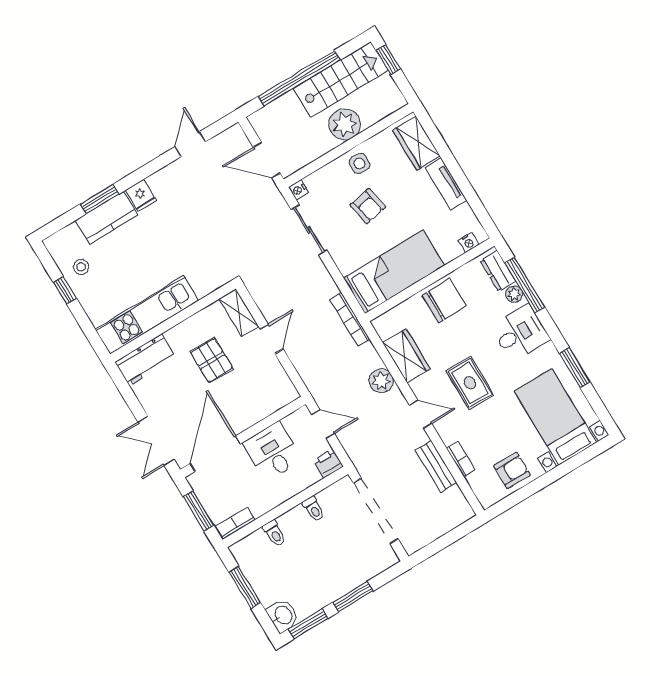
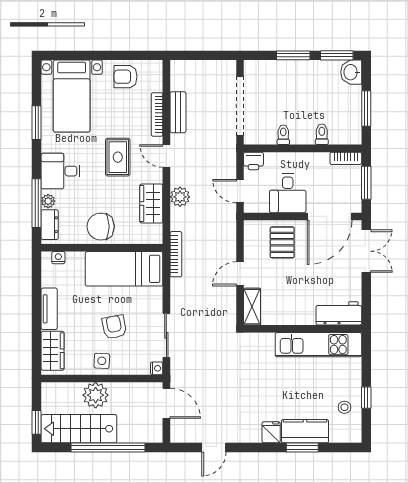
pallet: (212, 360) -> (282, 242), moved
bookcase: (461, 459) -> (157, 114), width x1.56

